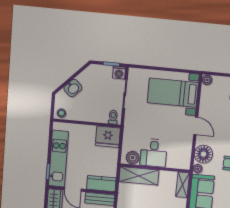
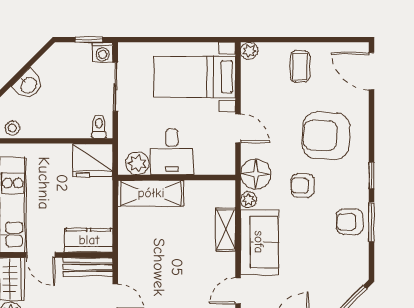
desk: (154, 153) -> (172, 152), moved
plant: (133, 158) -> (137, 163), moved
wall: (155, 168) -> (177, 177), moved
shelving: (139, 176) -> (151, 193), moved

